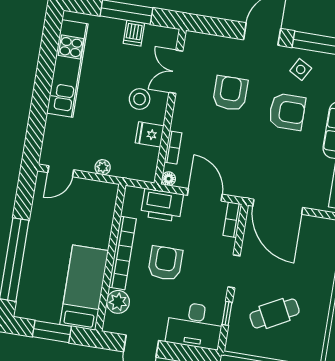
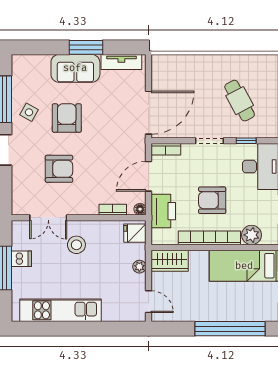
armchair: (230, 93) -> (59, 169), turned 180
fridge: (150, 134) -> (135, 233), moved, turned 90
wardrobe: (104, 203) -> (170, 261), added

